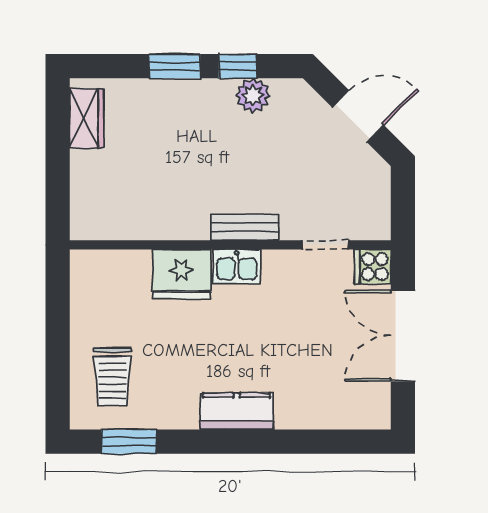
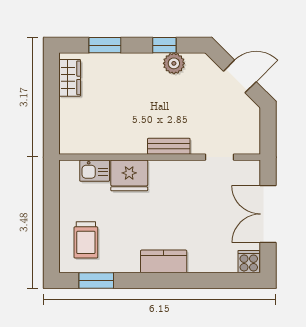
window: (175, 66) -> (105, 45), moved
kitchen sink: (237, 266) -> (95, 171), moved
cooker: (373, 267) -> (249, 262), moved, turned 90

